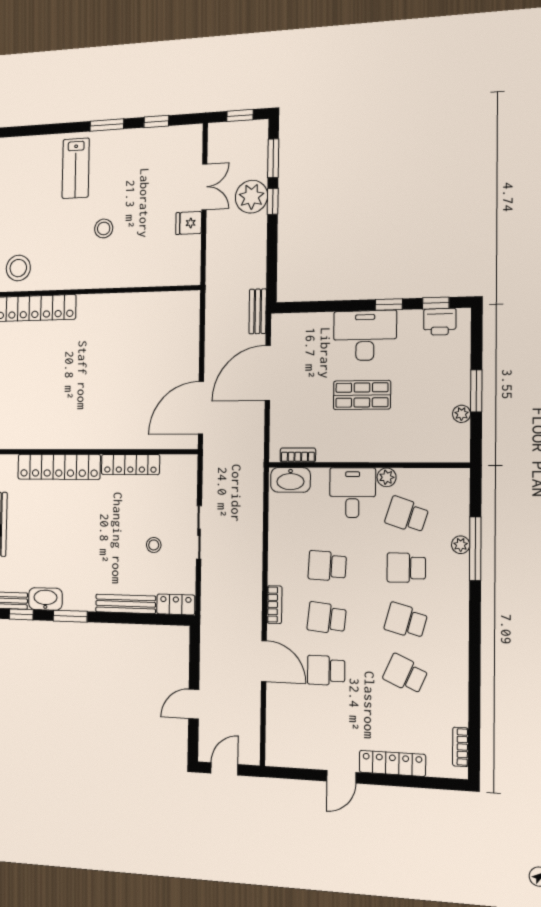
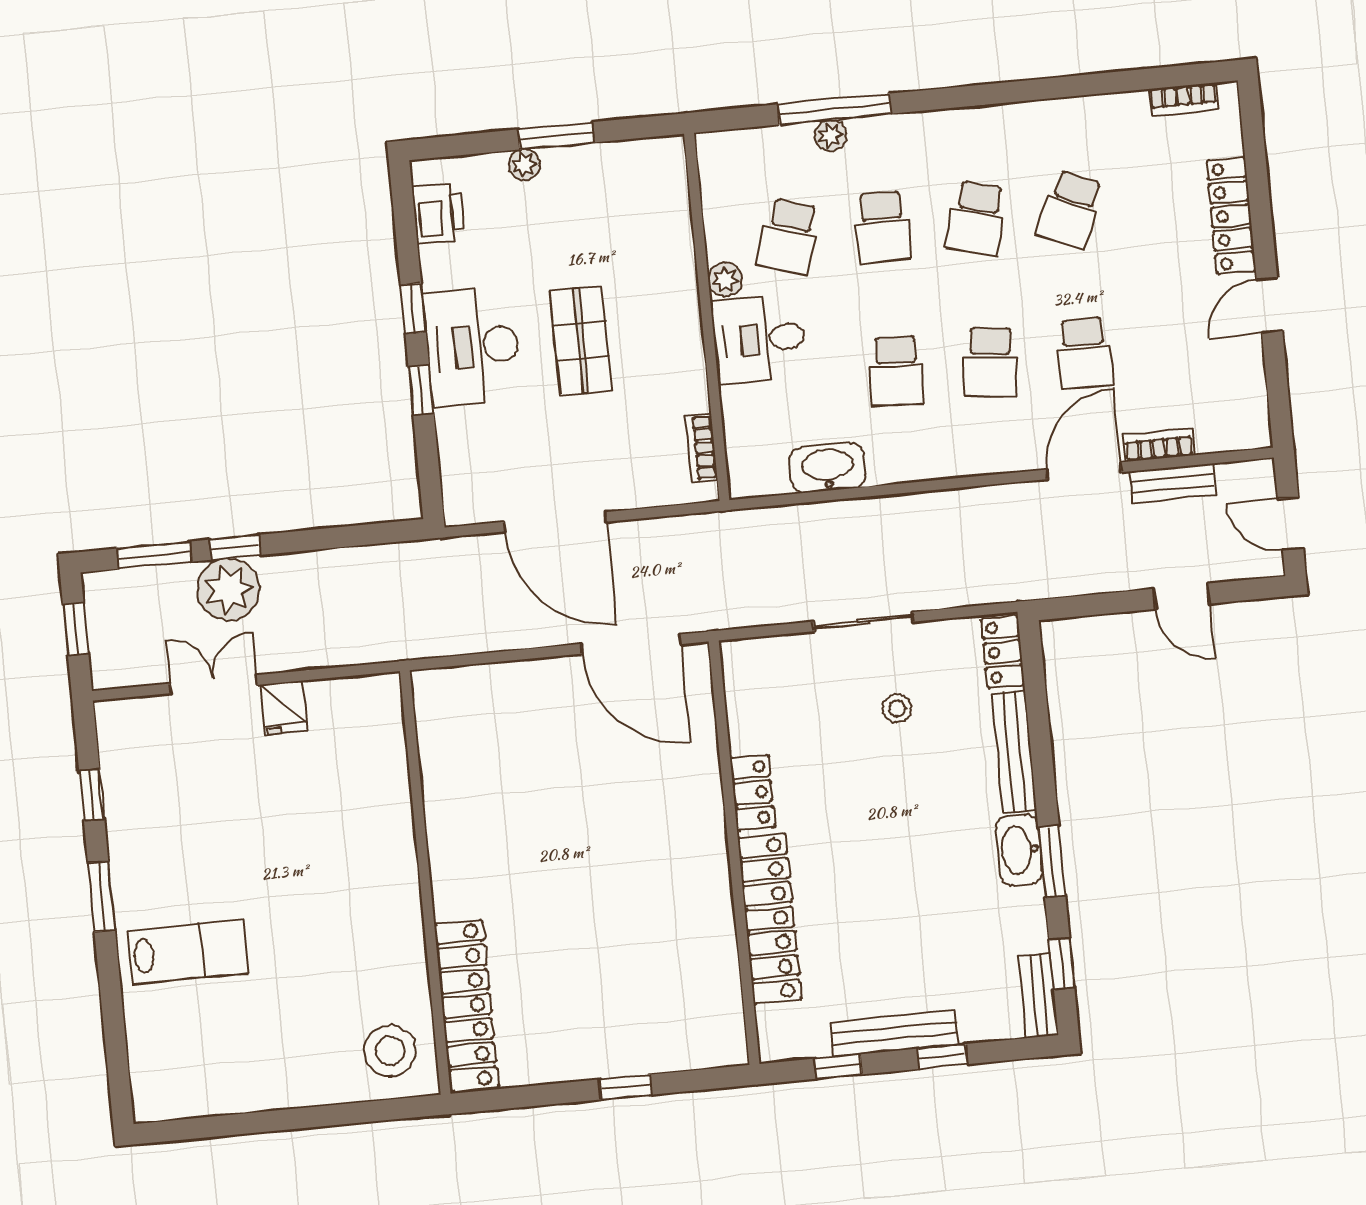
stool: (104, 228) -> (303, 880), removed
window: (436, 303) -> (421, 390), moved
bench: (258, 311) -> (1173, 483), moved
plant: (462, 414) -> (524, 165), moved
locker: (130, 464) -> (753, 793), width x0.66
washbasin: (290, 480) -> (828, 468), moved, turned -90
washbasin: (45, 599) -> (1019, 850), moved
bookcase: (274, 605) -> (1159, 445), moved
door: (341, 777) -> (1269, 305), swing flipped

